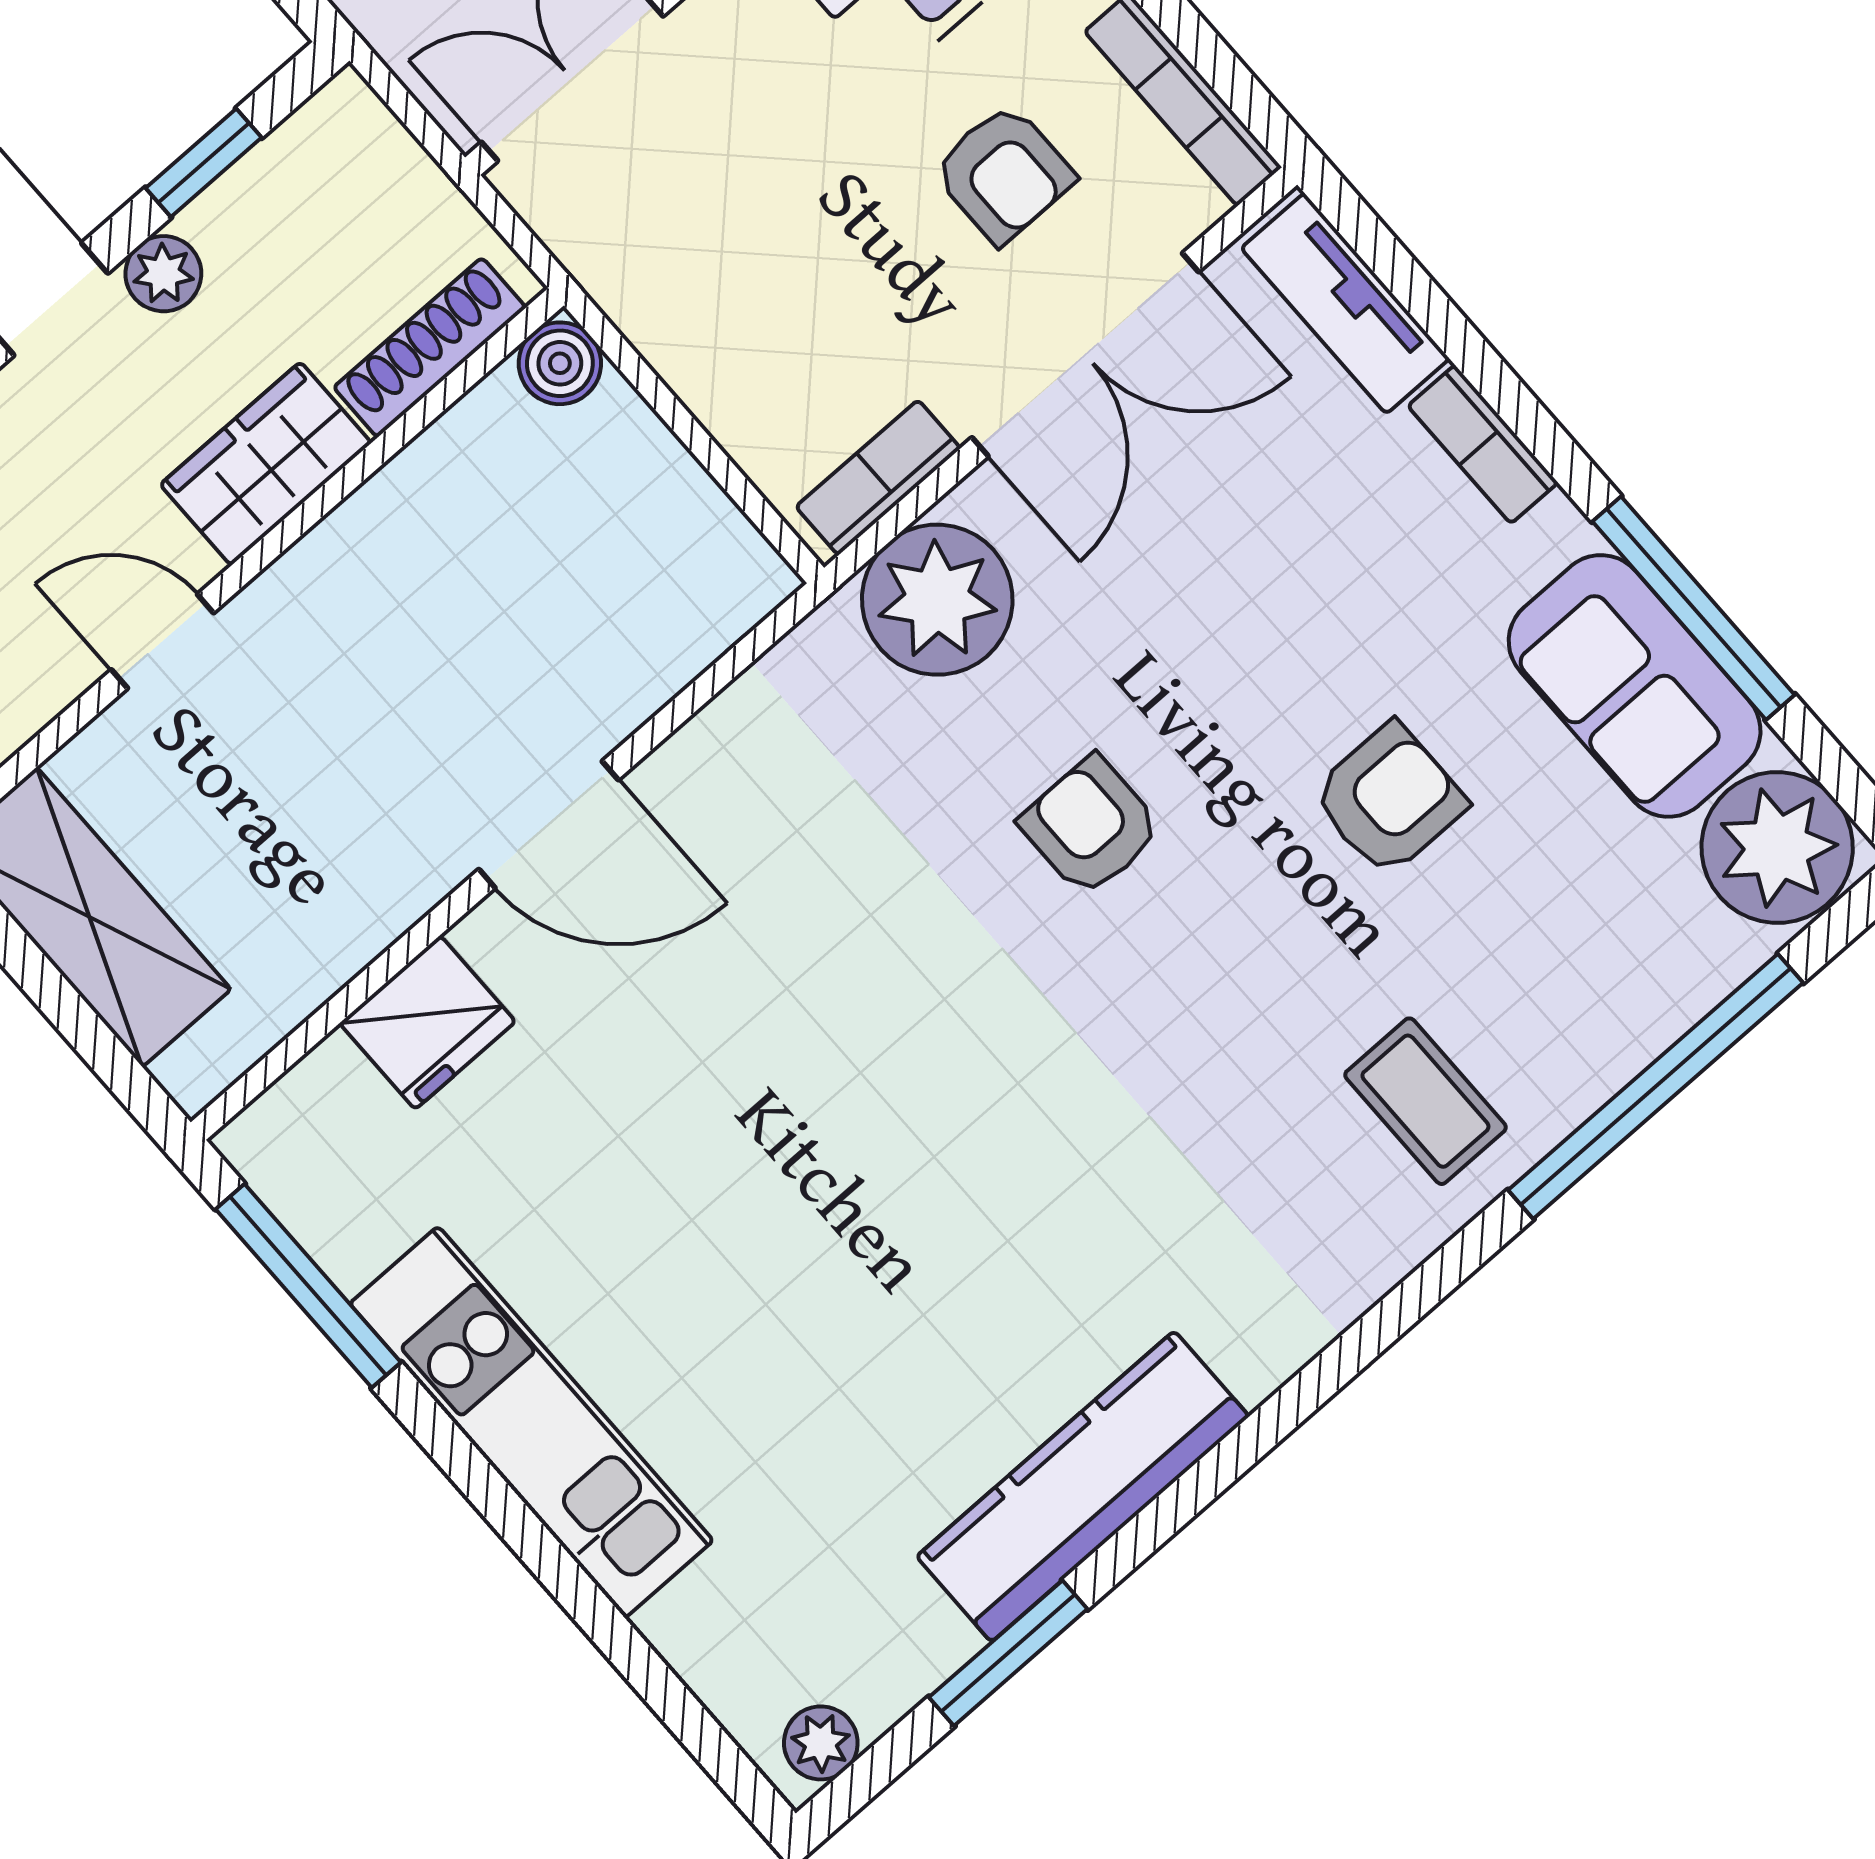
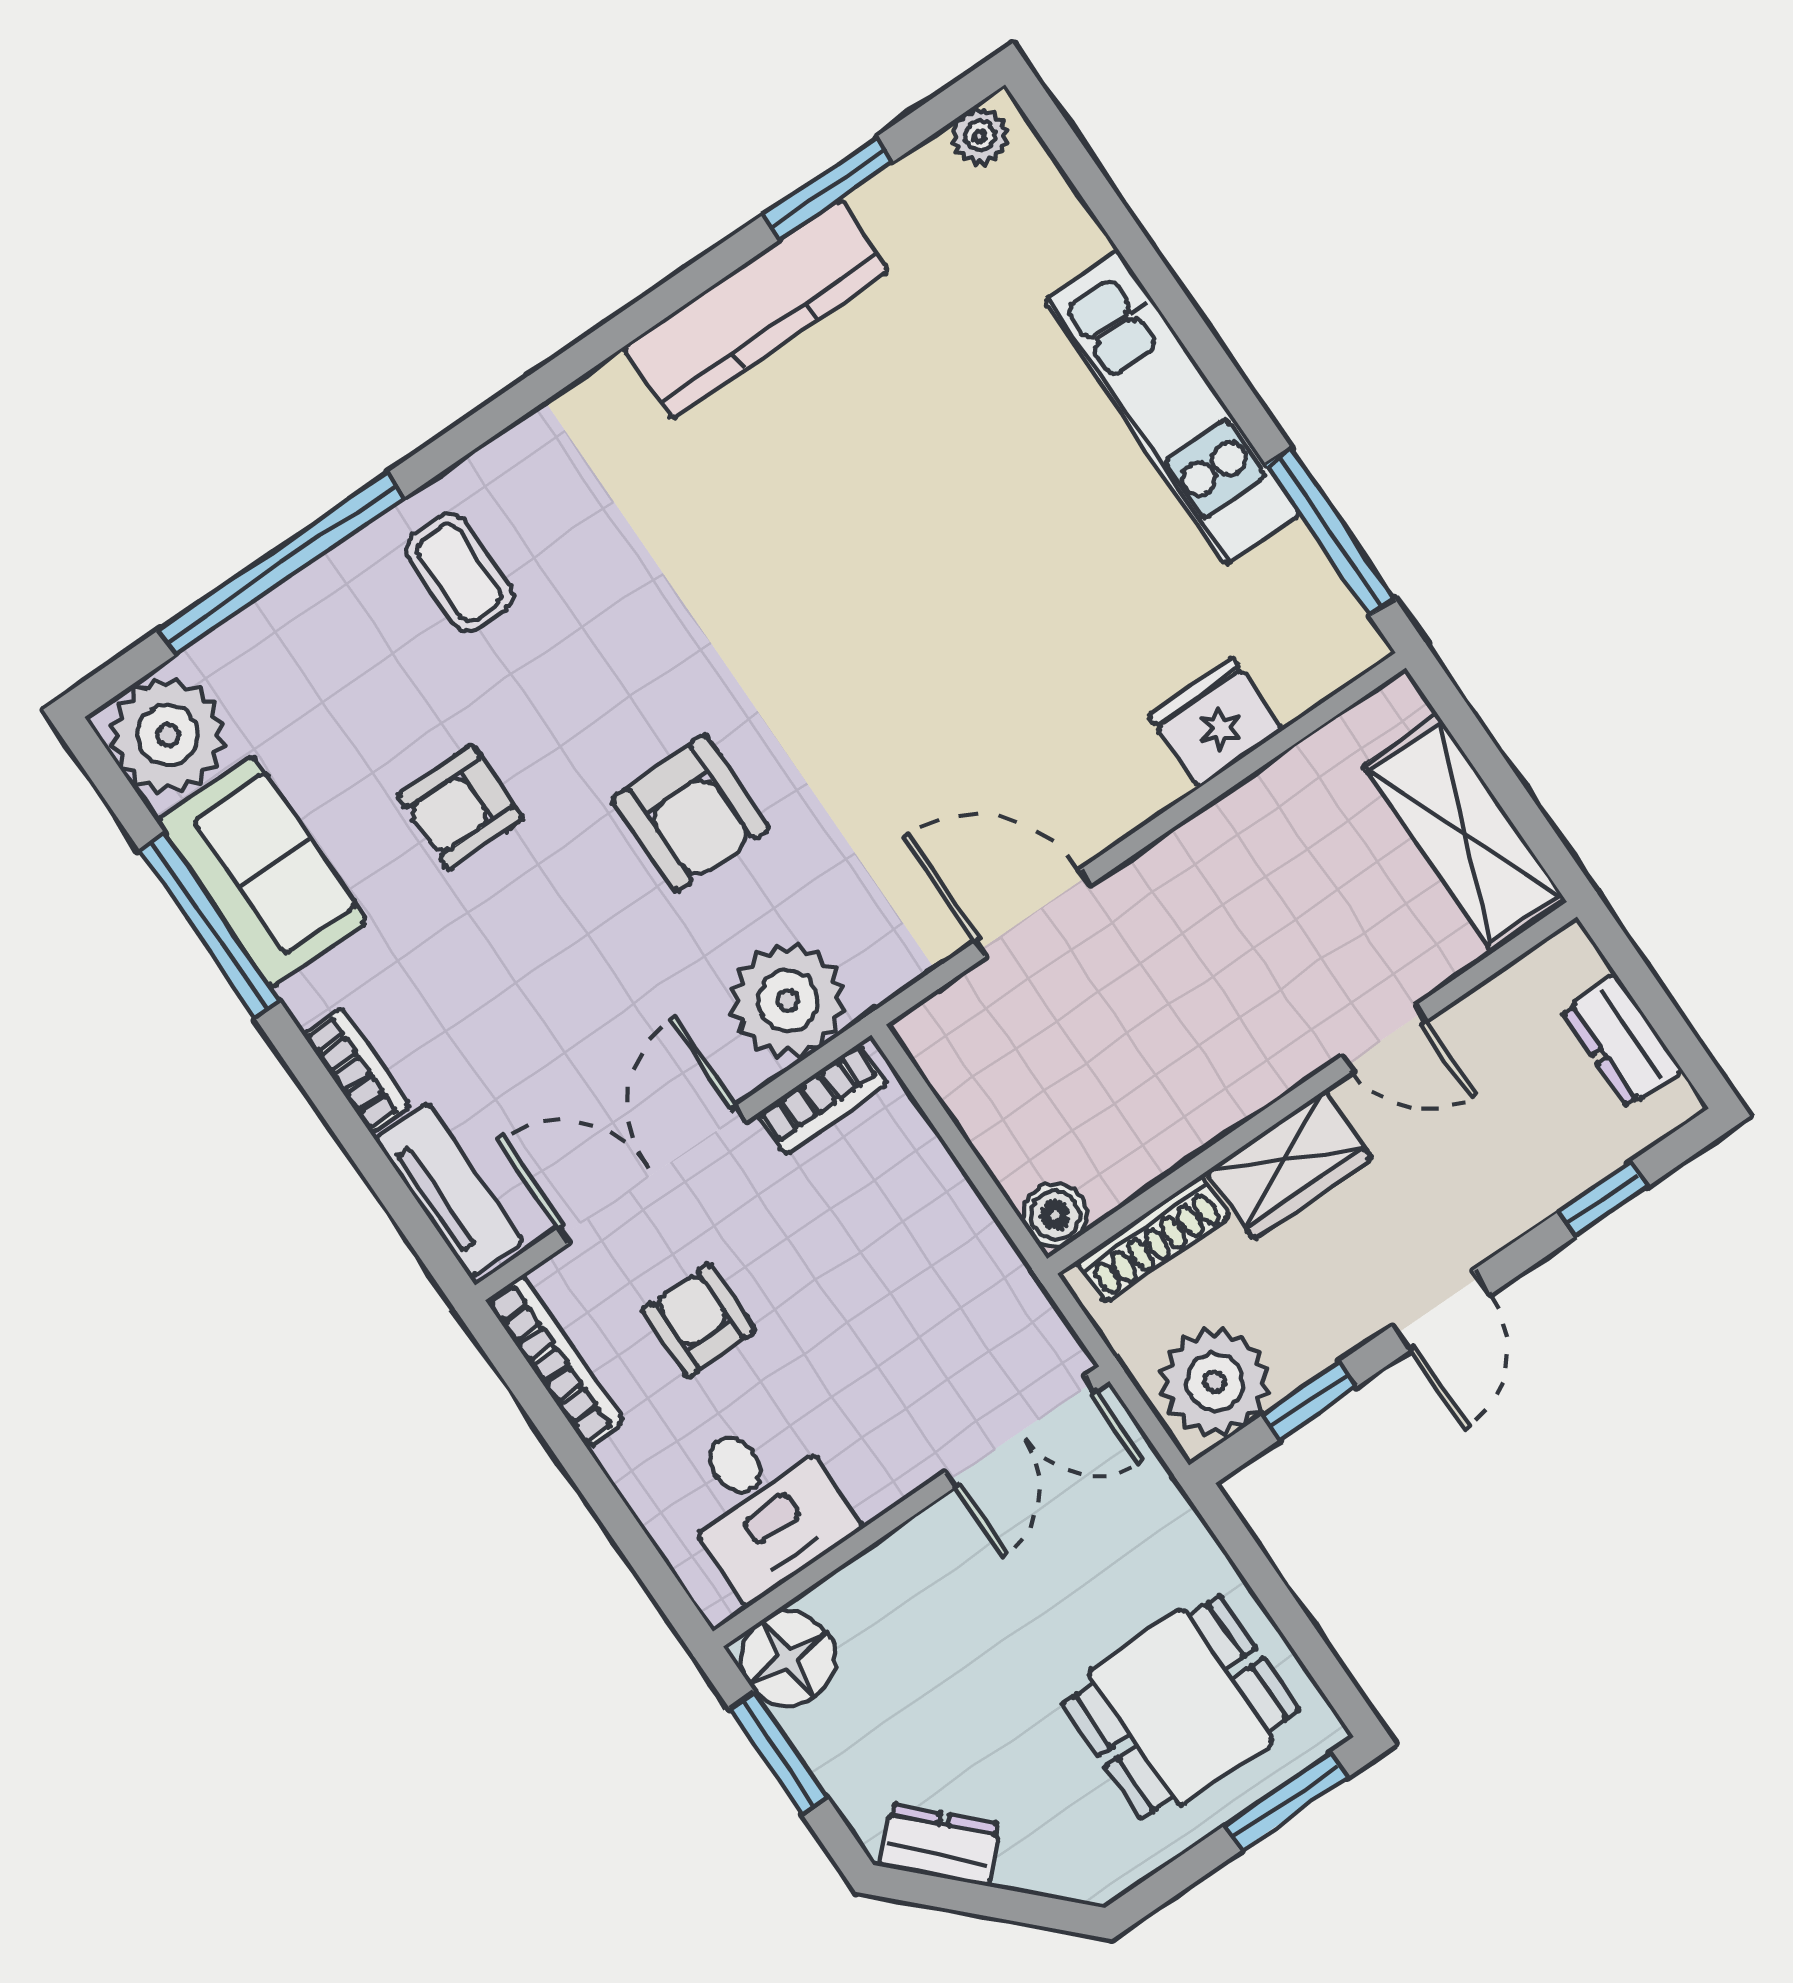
plant: (163, 274) -> (1215, 1382), moved, width x1.88, depth x1.88
door: (549, 825) -> (1033, 913), moved
armchair: (1091, 826) -> (691, 813), width x1.38, depth x1.38

